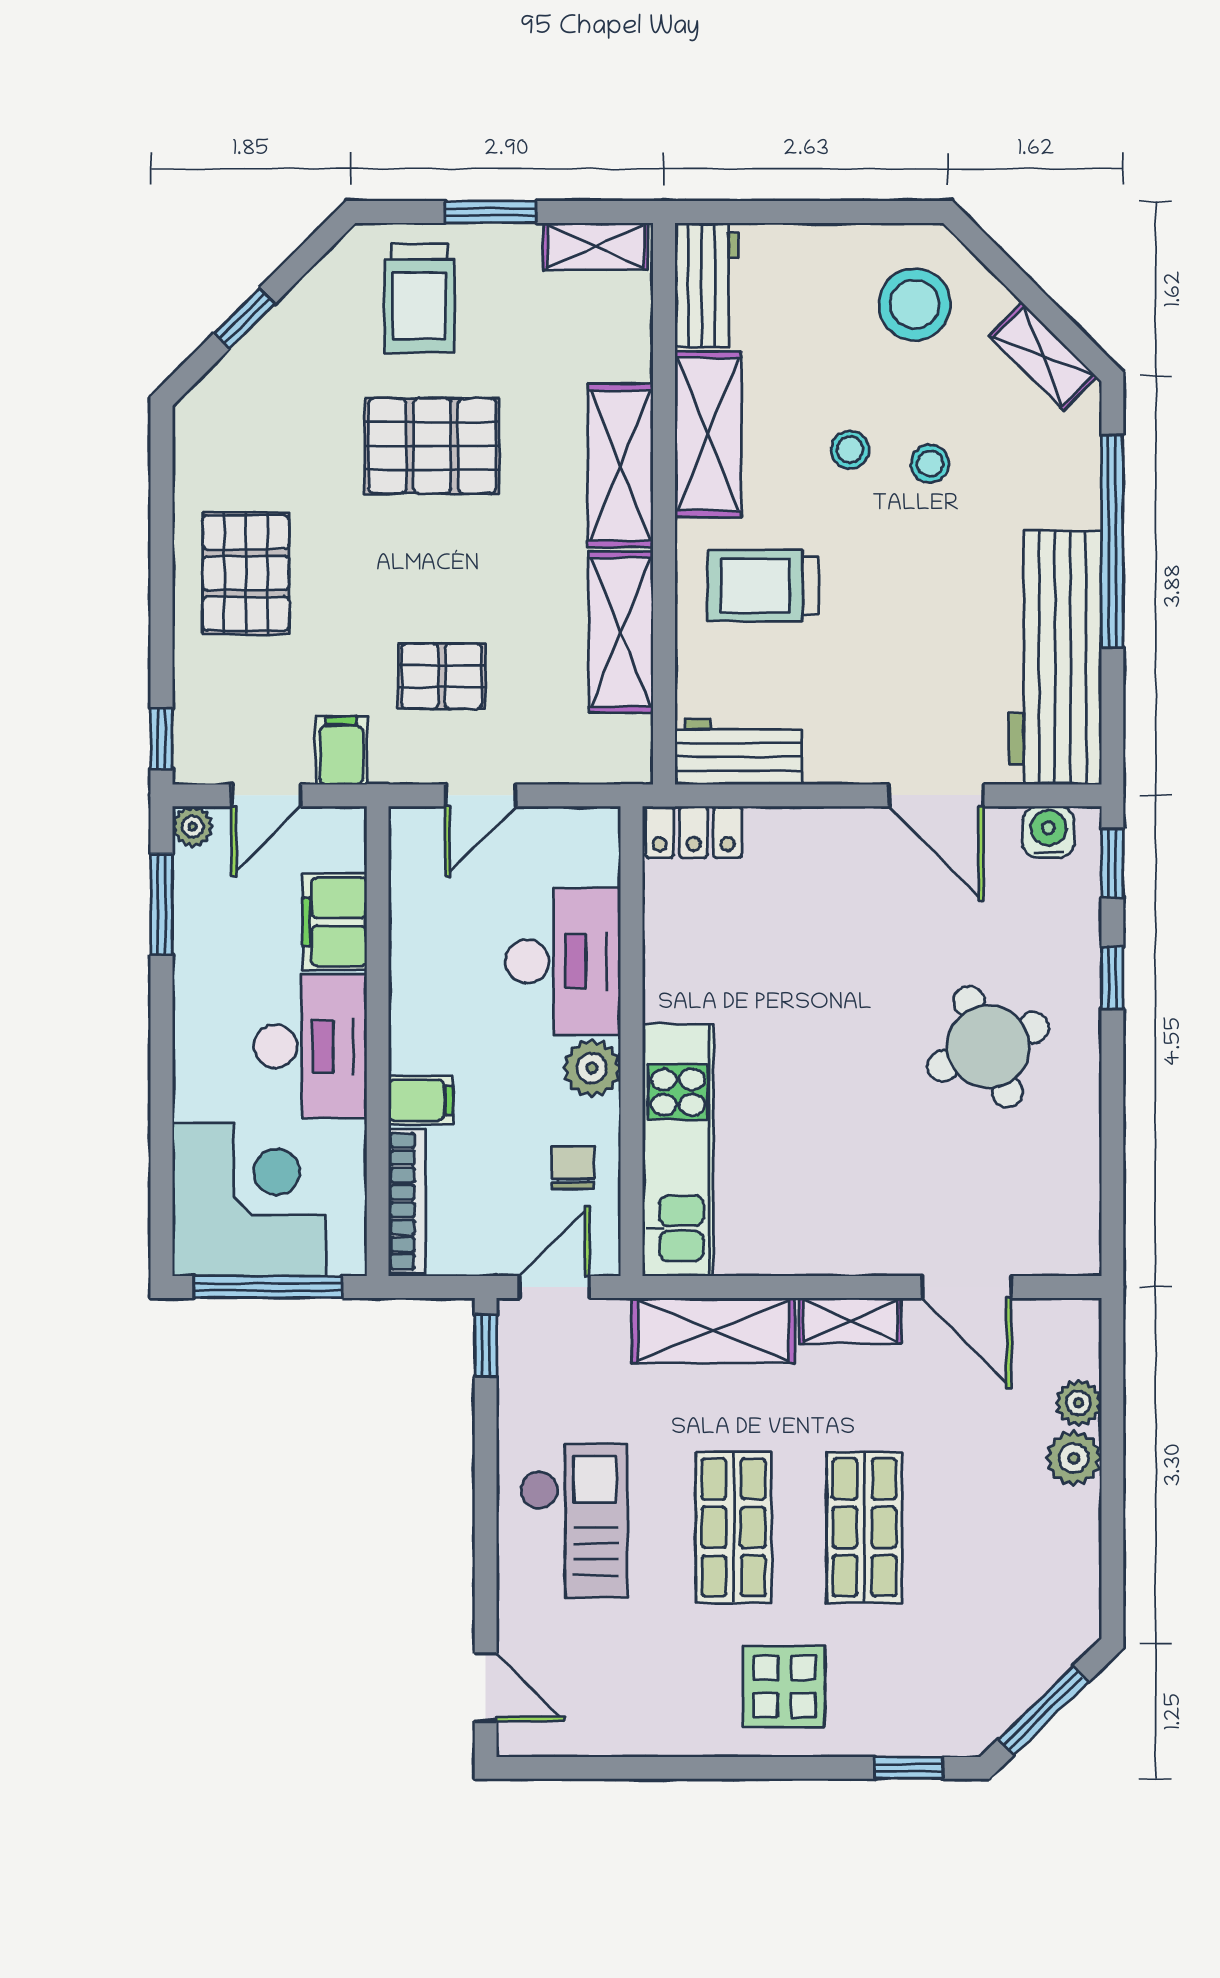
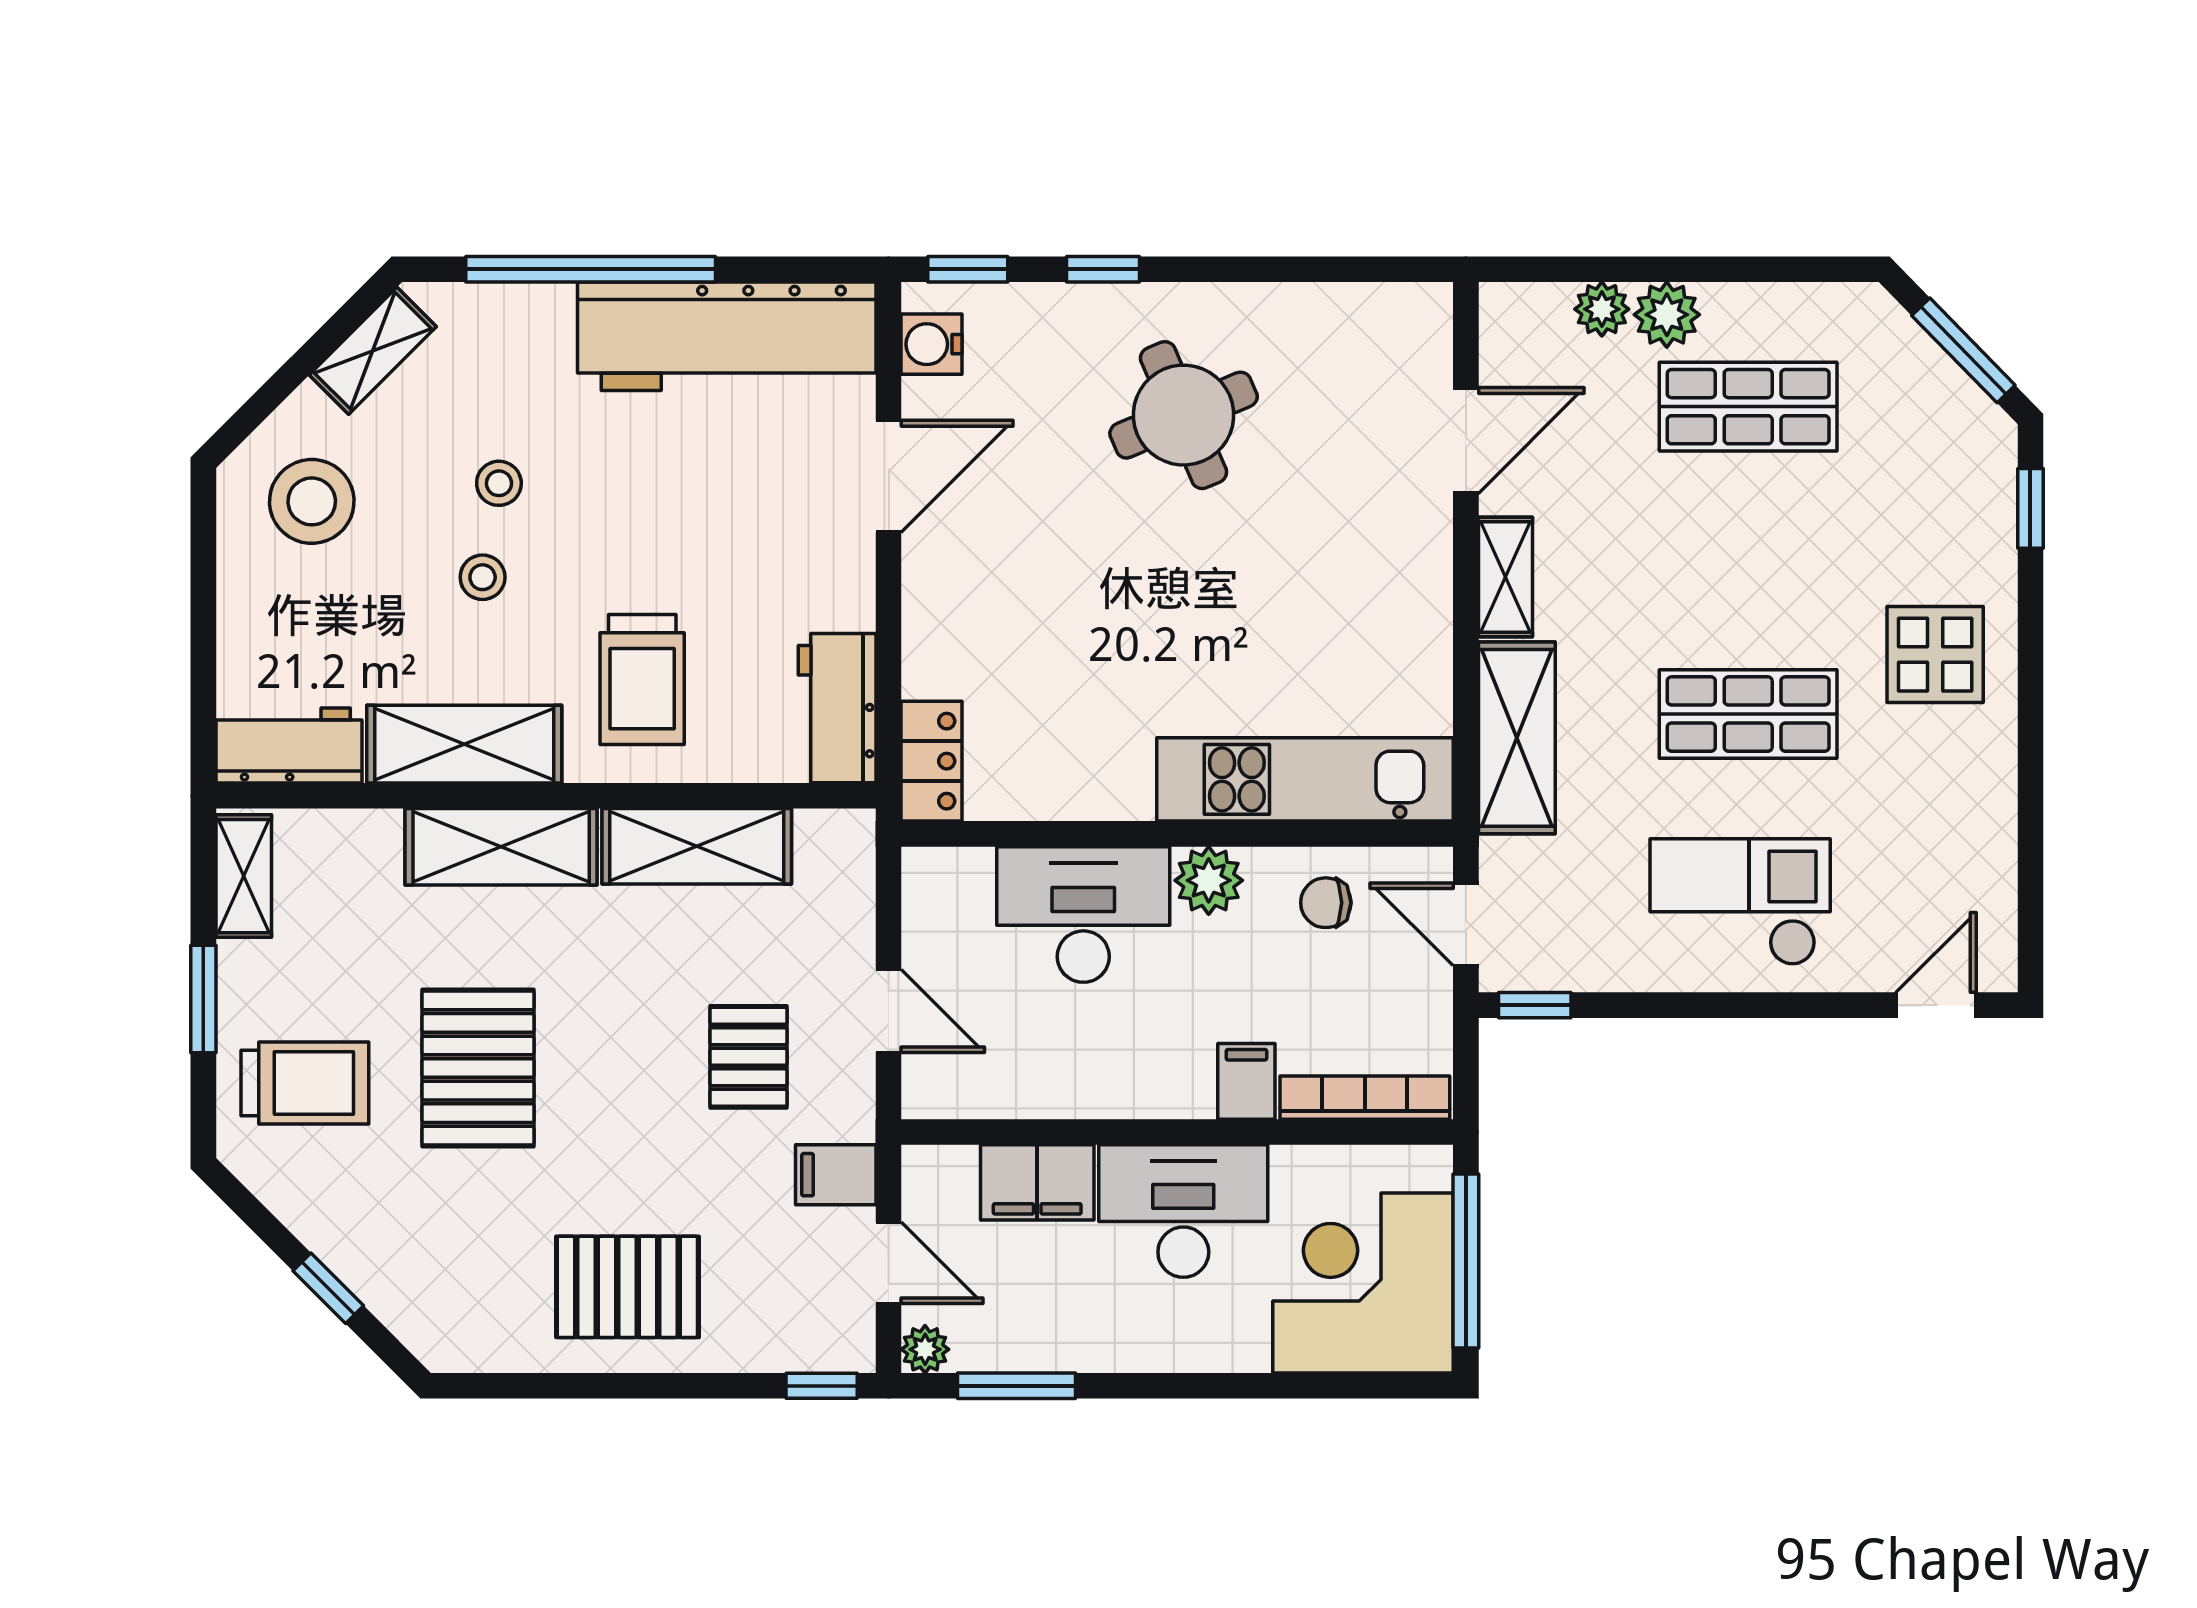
shop shelf: (864, 1527) -> (1748, 407), moved

